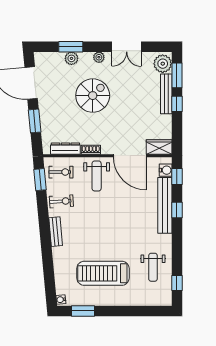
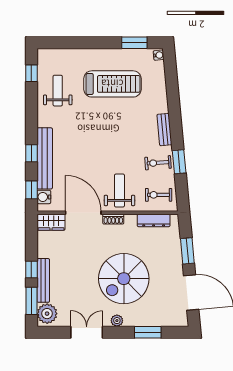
plant: (71, 58) -> (147, 319), removed
spiral stairs: (93, 96) -> (124, 279), width x1.37, depth x1.37
shoe rack: (91, 150) -> (113, 219), moved
window: (40, 180) -> (179, 162), moved

